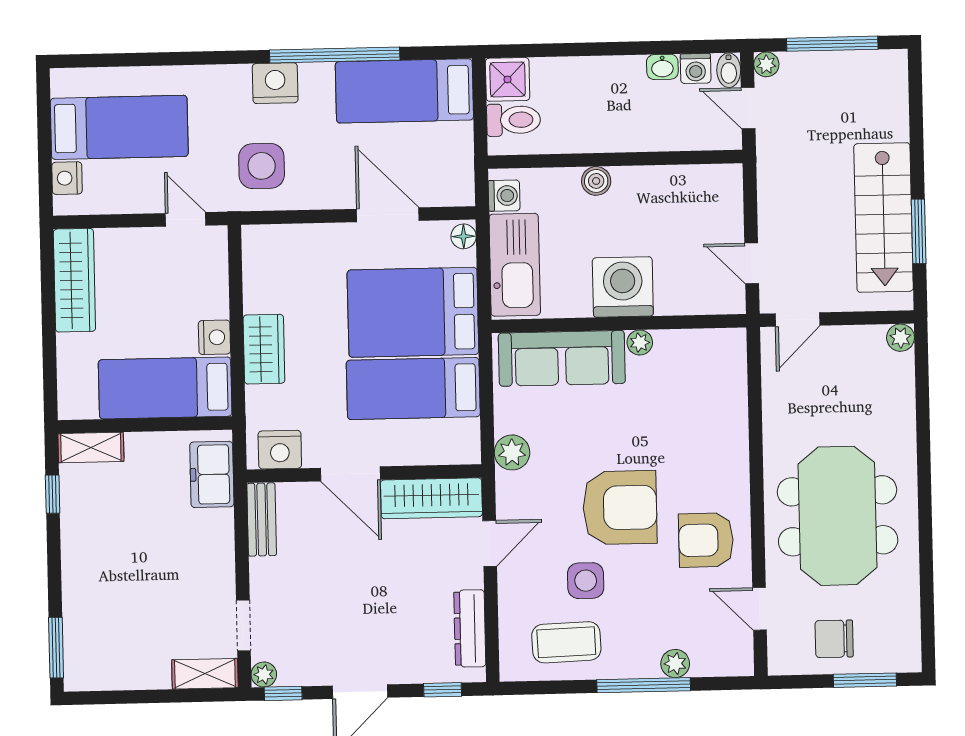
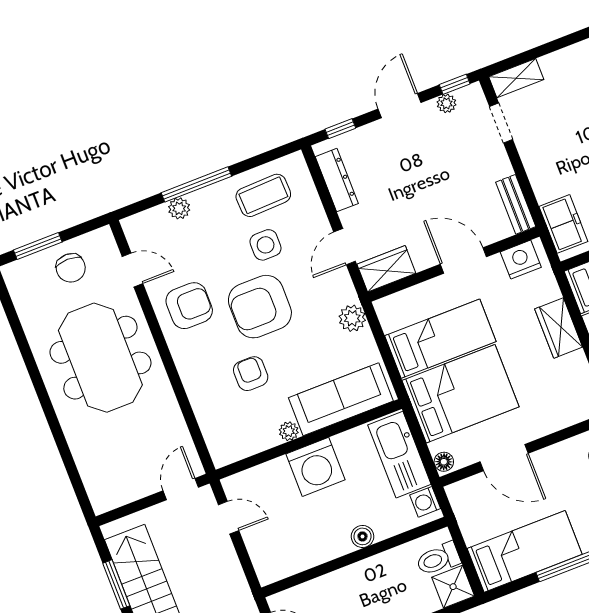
plant: (901, 338) -> (102, 503), removed
armchair: (661, 430) -> (251, 374), added
wardrobe: (431, 498) -> (386, 269), width x0.67
chair: (834, 639) -> (71, 268), turned 90
plant: (264, 674) -> (446, 103), moved

